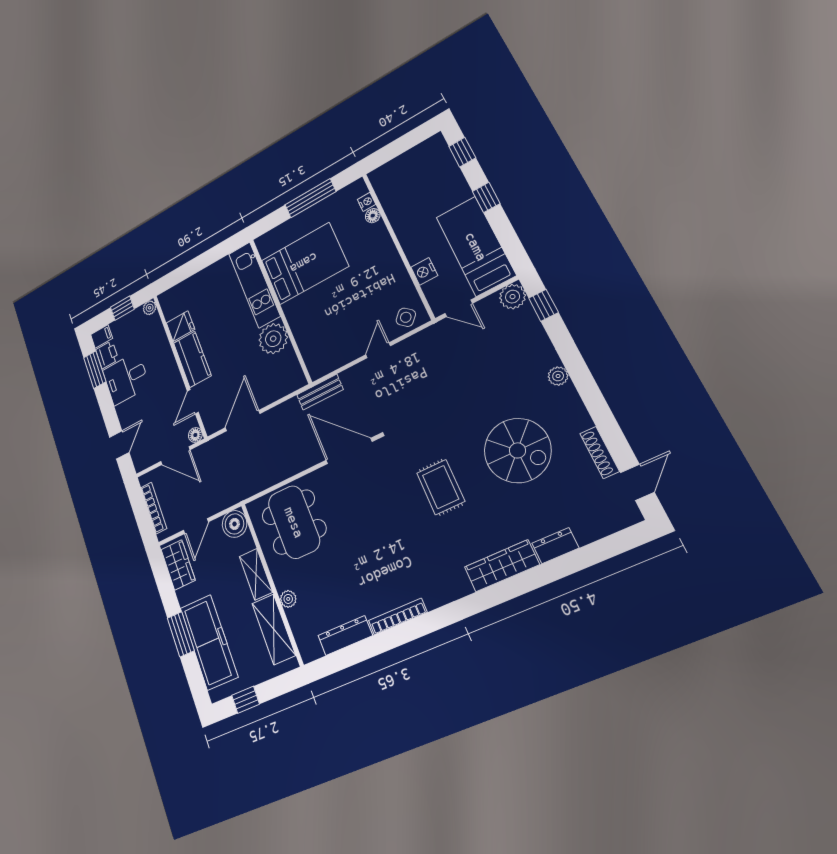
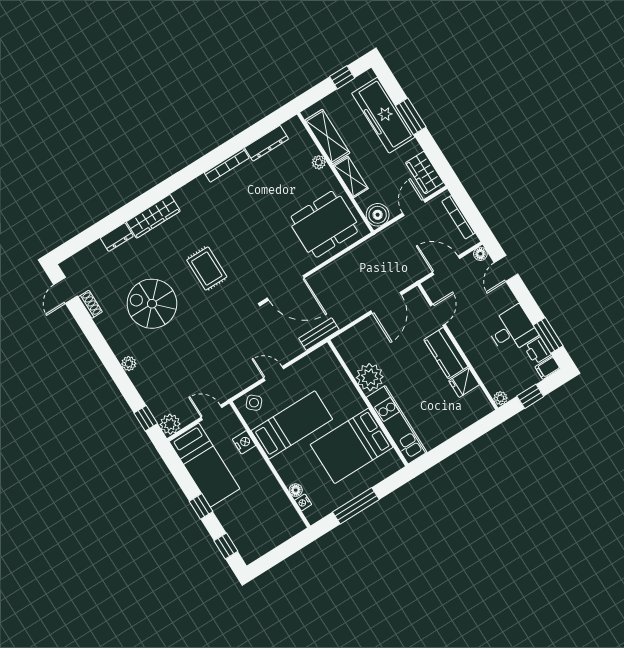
bed: (366, 289) -> (292, 425), added
door: (378, 350) -> (274, 373), swing flipped
floor lamp: (195, 435) -> (480, 254), moved
shoe rack: (600, 452) -> (90, 304), width x0.70
dining table: (294, 522) -> (324, 224), turned 90

